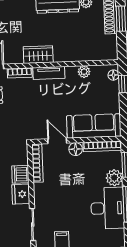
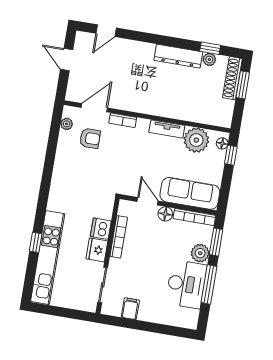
wardrobe: (38, 55) -> (146, 105), removed
plant: (84, 72) -> (196, 140), width x1.87, depth x1.87
tv unit: (49, 73) -> (167, 129), moved
bookcase: (37, 163) -> (119, 237), moved

